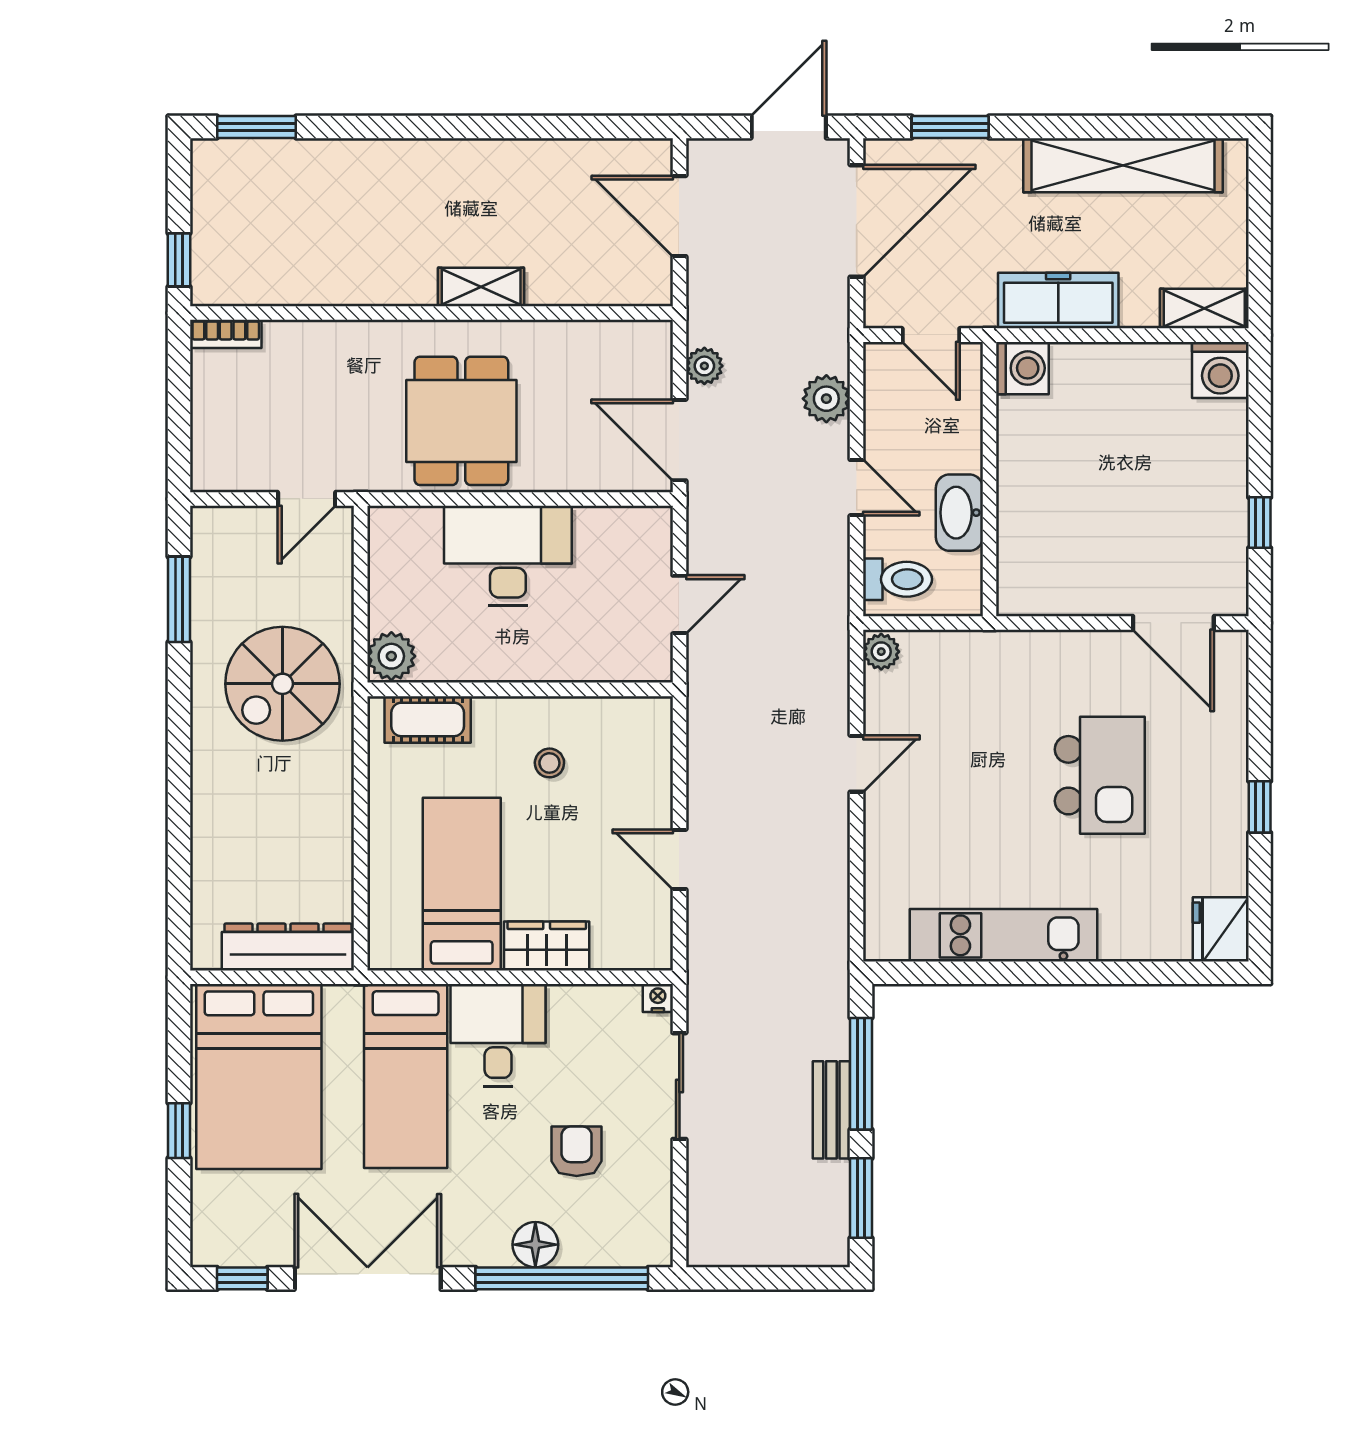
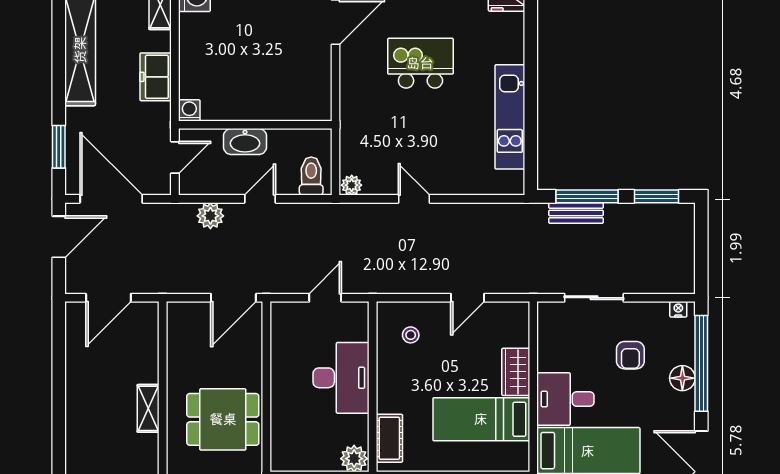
door: (789, 127) -> (59, 237), swing flipped
freezer: (1058, 301) -> (156, 77), width x0.71
plant: (704, 366) -> (192, 284), removed
washing machine: (1022, 368) -> (189, 110), width x0.73, depth x0.73
washbasin: (959, 513) -> (245, 142), moved
desk: (508, 556) -> (341, 378), moved, turned 180
door: (679, 604) -> (325, 298), hinge flipped
stool: (549, 763) -> (411, 335), moved
nightstand: (658, 998) -> (678, 309), moved, turned 90
bench: (831, 1110) -> (576, 213), moved
armchair: (577, 1151) -> (630, 355), turned -90

